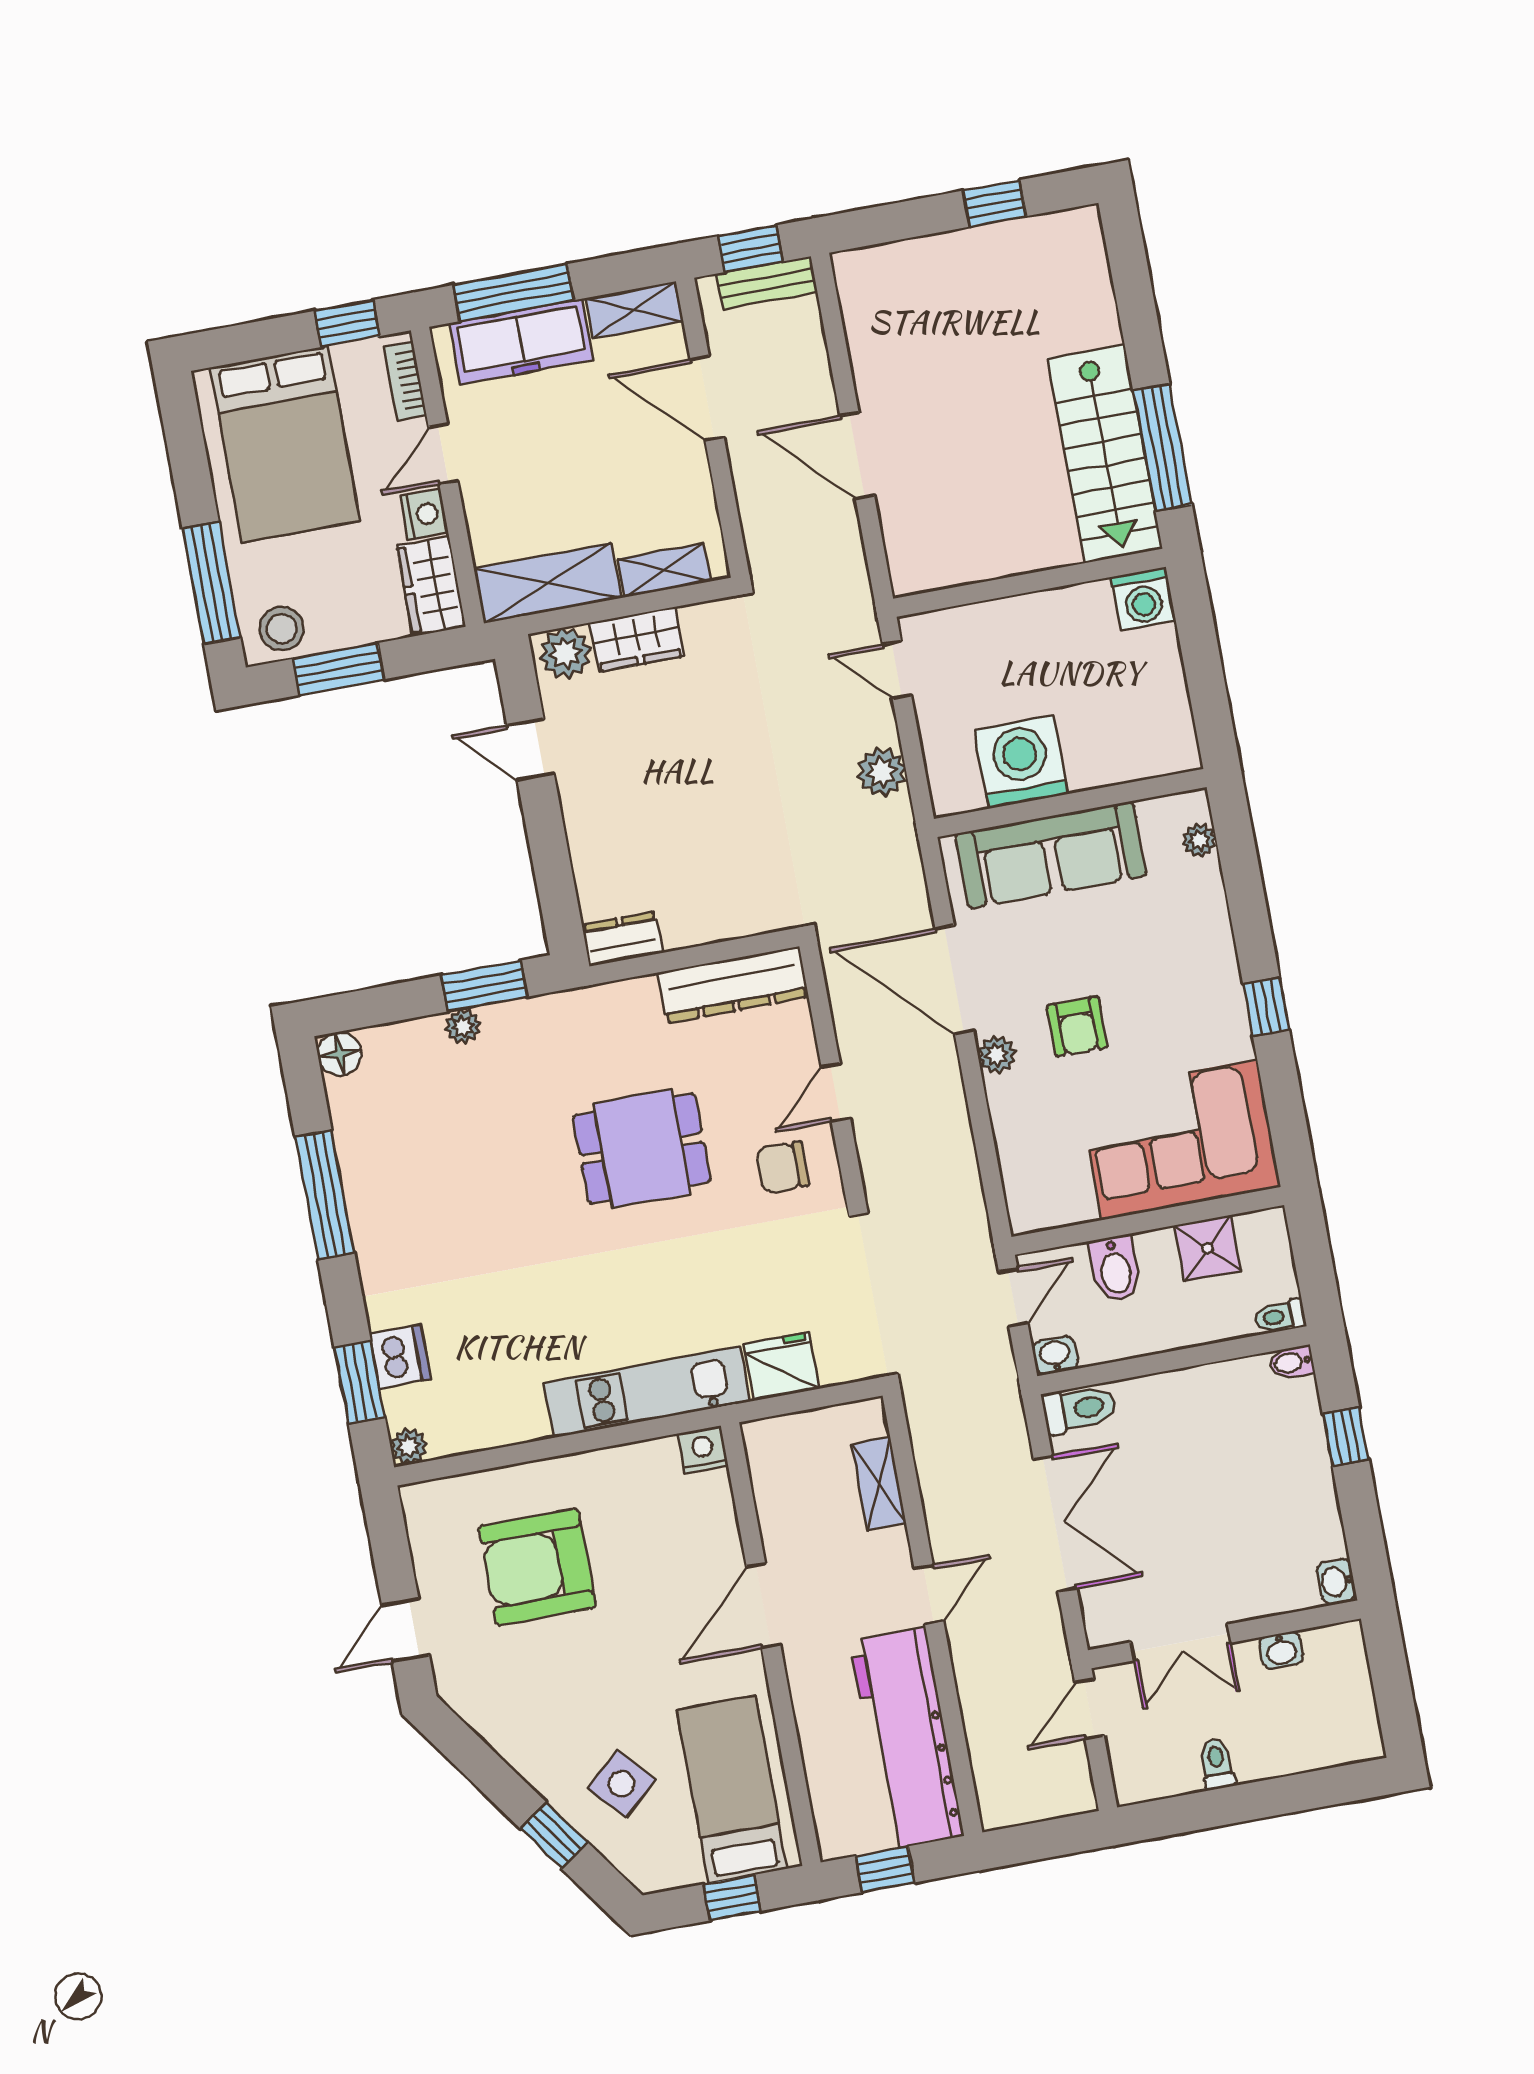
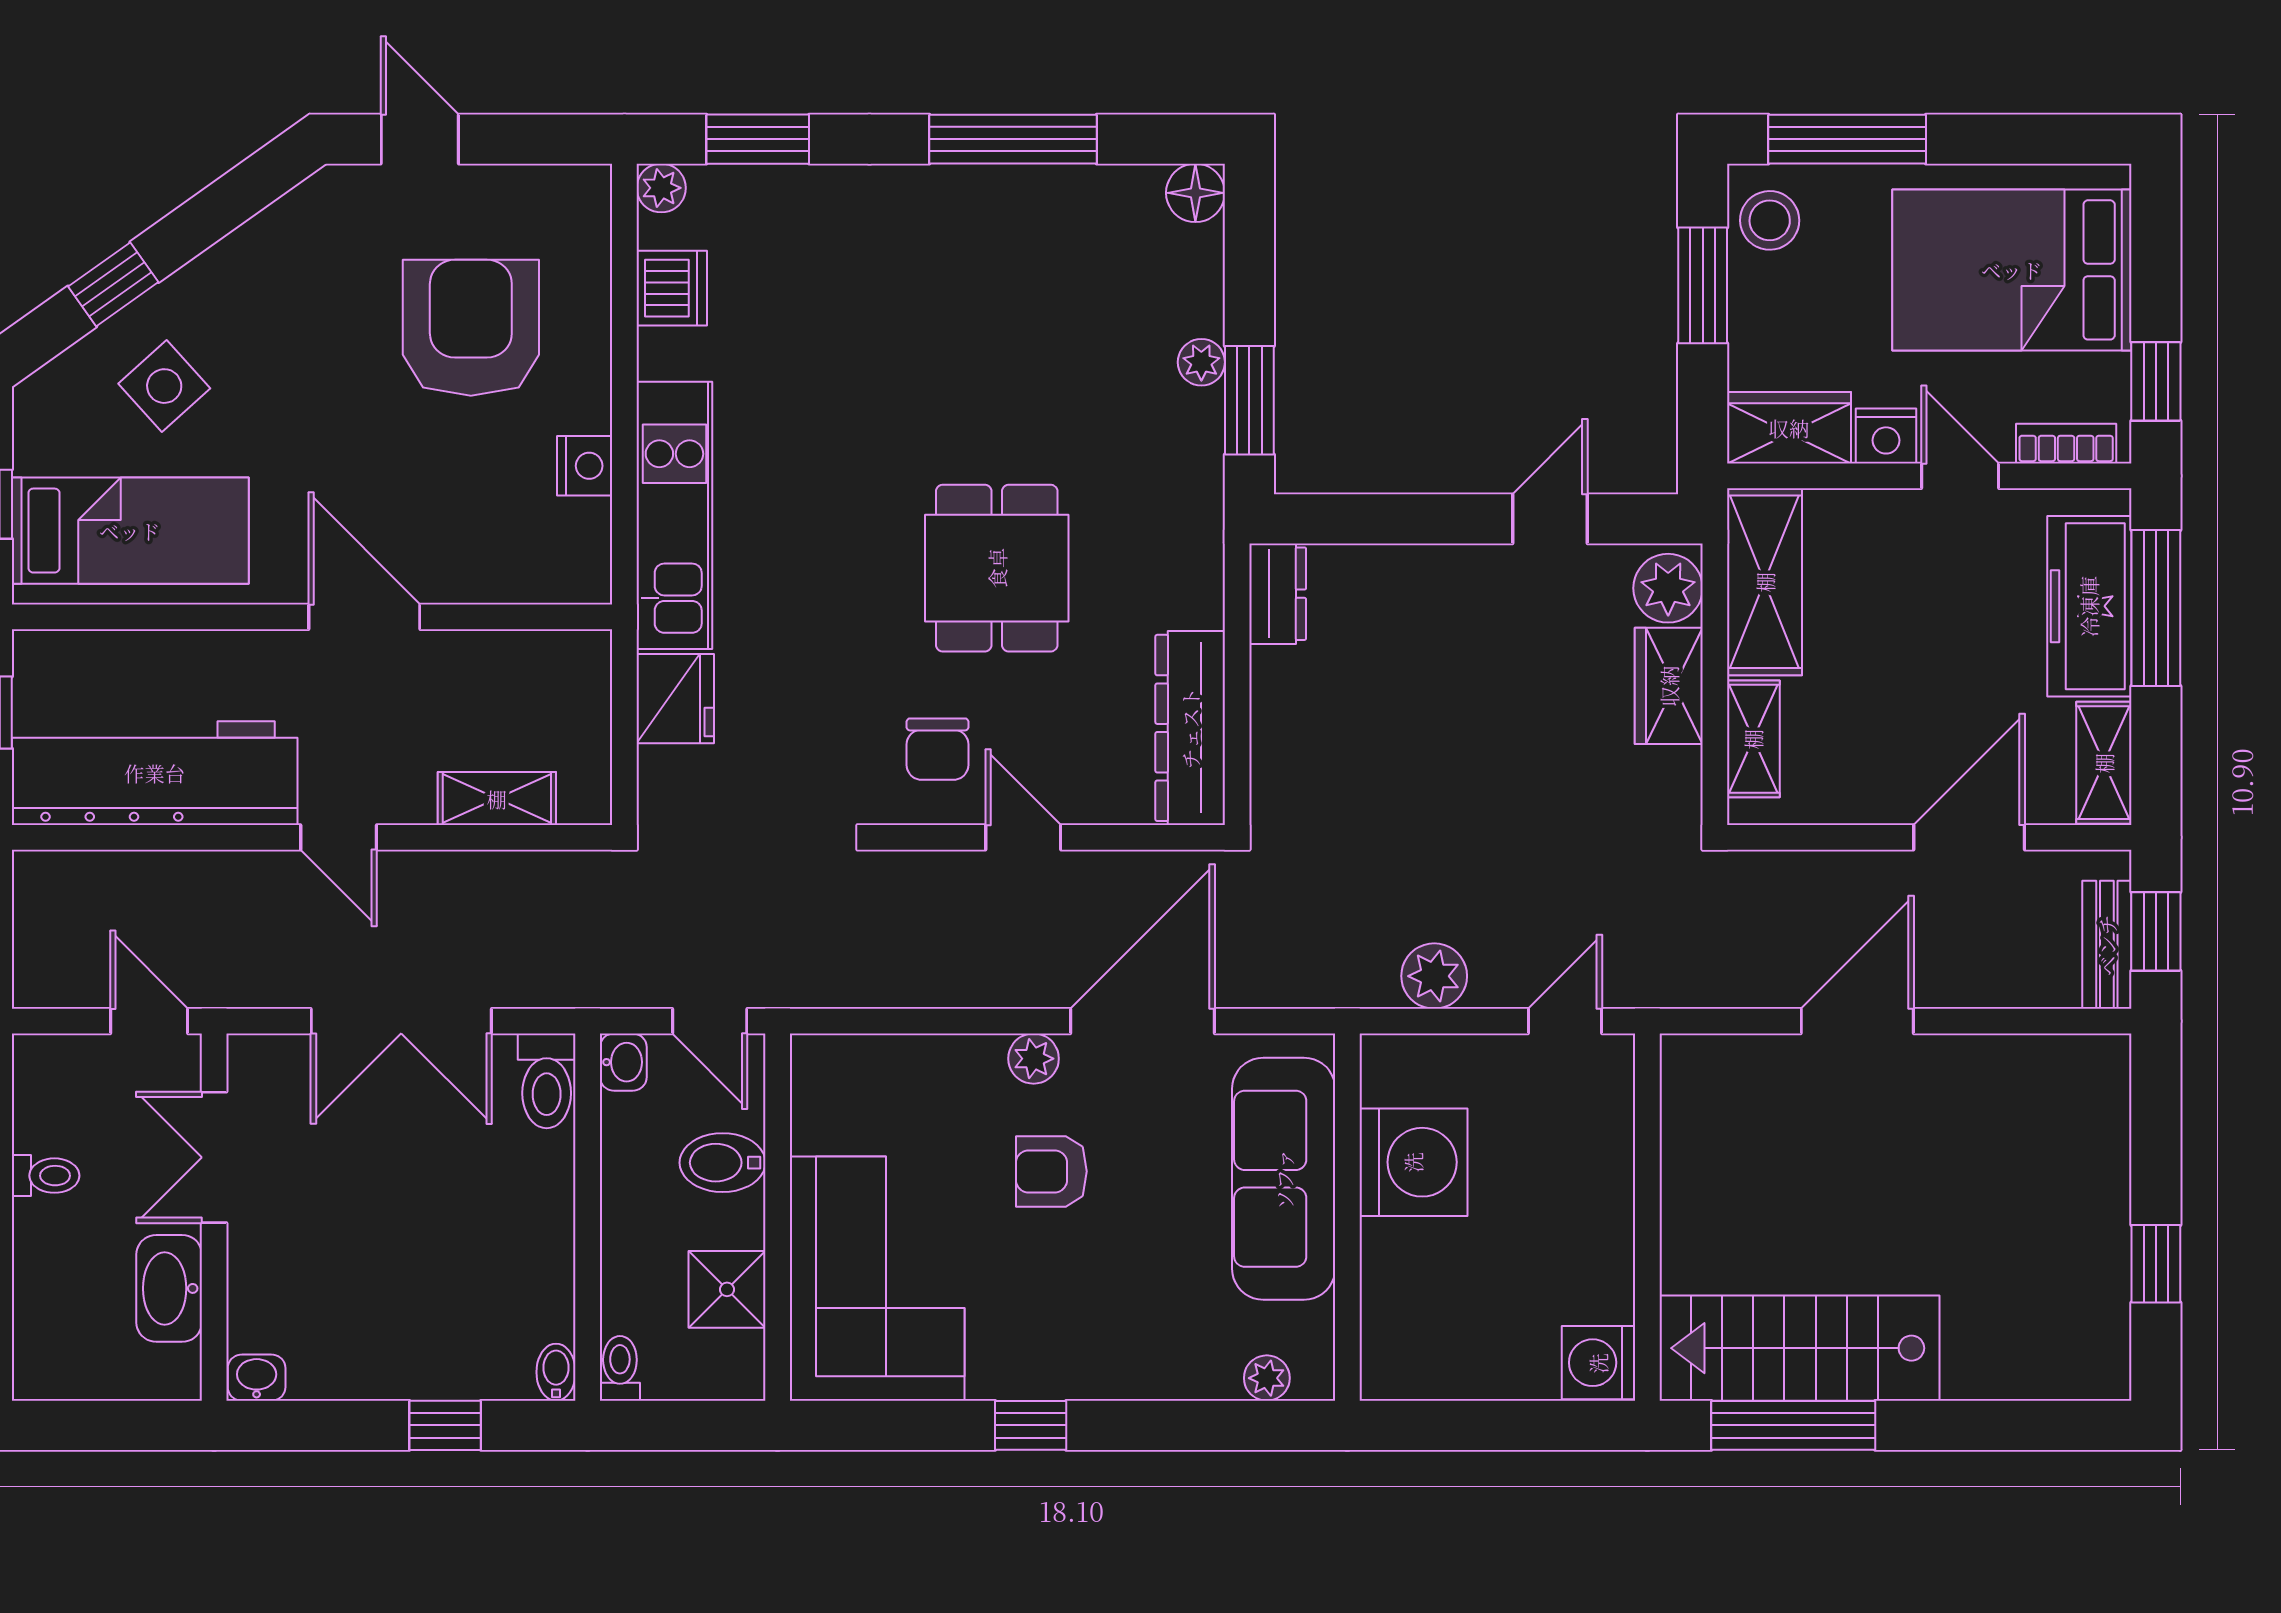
chair: (783, 1167) -> (938, 749), turned 180
dishwasher: (400, 1357) -> (672, 288), moved, turned -90
nightstand: (703, 1450) -> (585, 466), moved
washbasin: (1281, 1650) -> (169, 1288), width x1.91, depth x1.45

